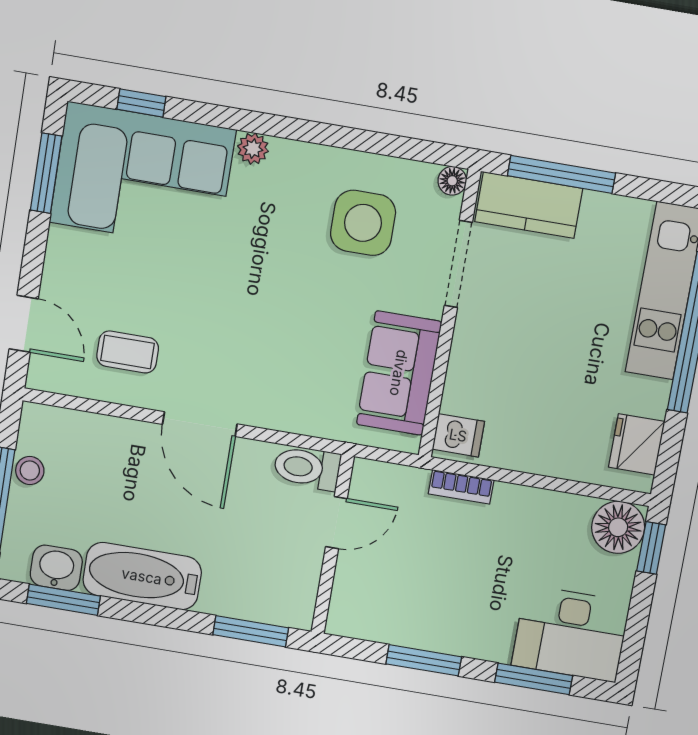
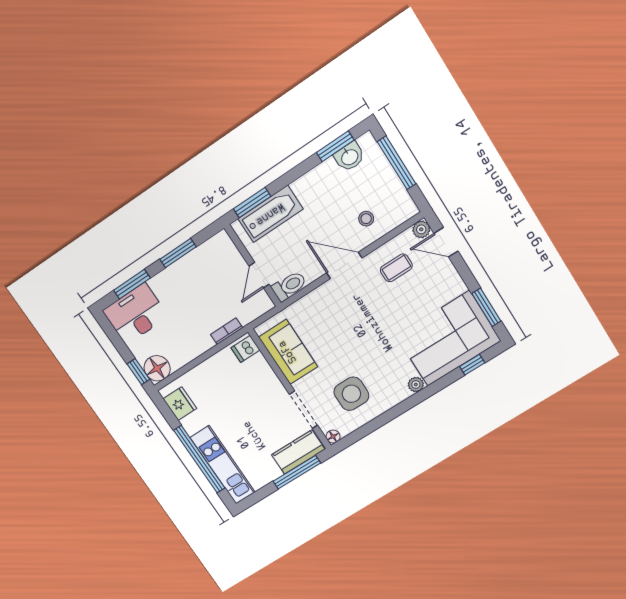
plant: (43, 375) -> (421, 229), added
stool: (30, 470) -> (366, 219), moved
bathtub: (142, 576) -> (270, 214), moved

